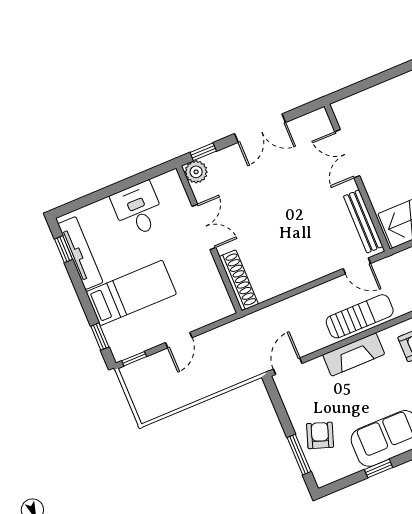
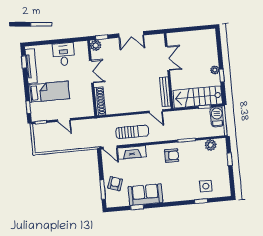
double door: (347, 154) -> (167, 58), swing flipped
sun lounger: (360, 316) -> (132, 132), moved
door: (179, 340) -> (64, 120), hinge flipped
fireplace: (354, 354) -> (132, 152), moved
door: (288, 366) -> (110, 147), swing flipped

